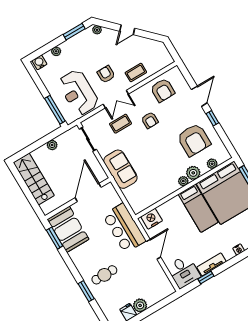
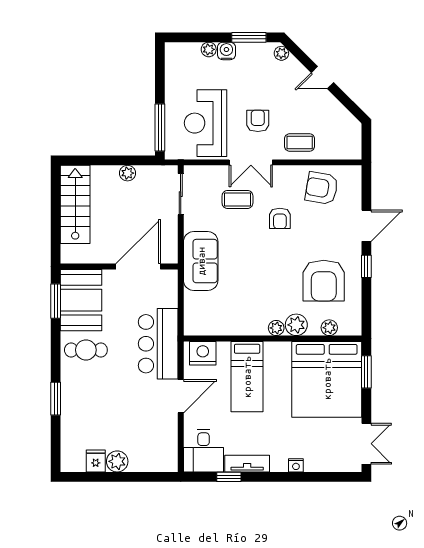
water cooler: (39, 62) -> (226, 51), moved
armchair: (163, 90) -> (322, 188), turned 100
bed: (198, 208) -> (247, 377), moved
cafe table: (104, 275) -> (86, 350), moved

